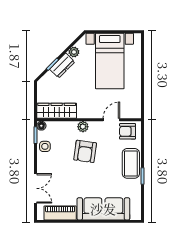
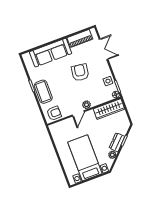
door: (111, 120) -> (78, 113), moved
armchair: (85, 151) -> (80, 72), moved
double door: (35, 188) -> (104, 49), swing flipped

